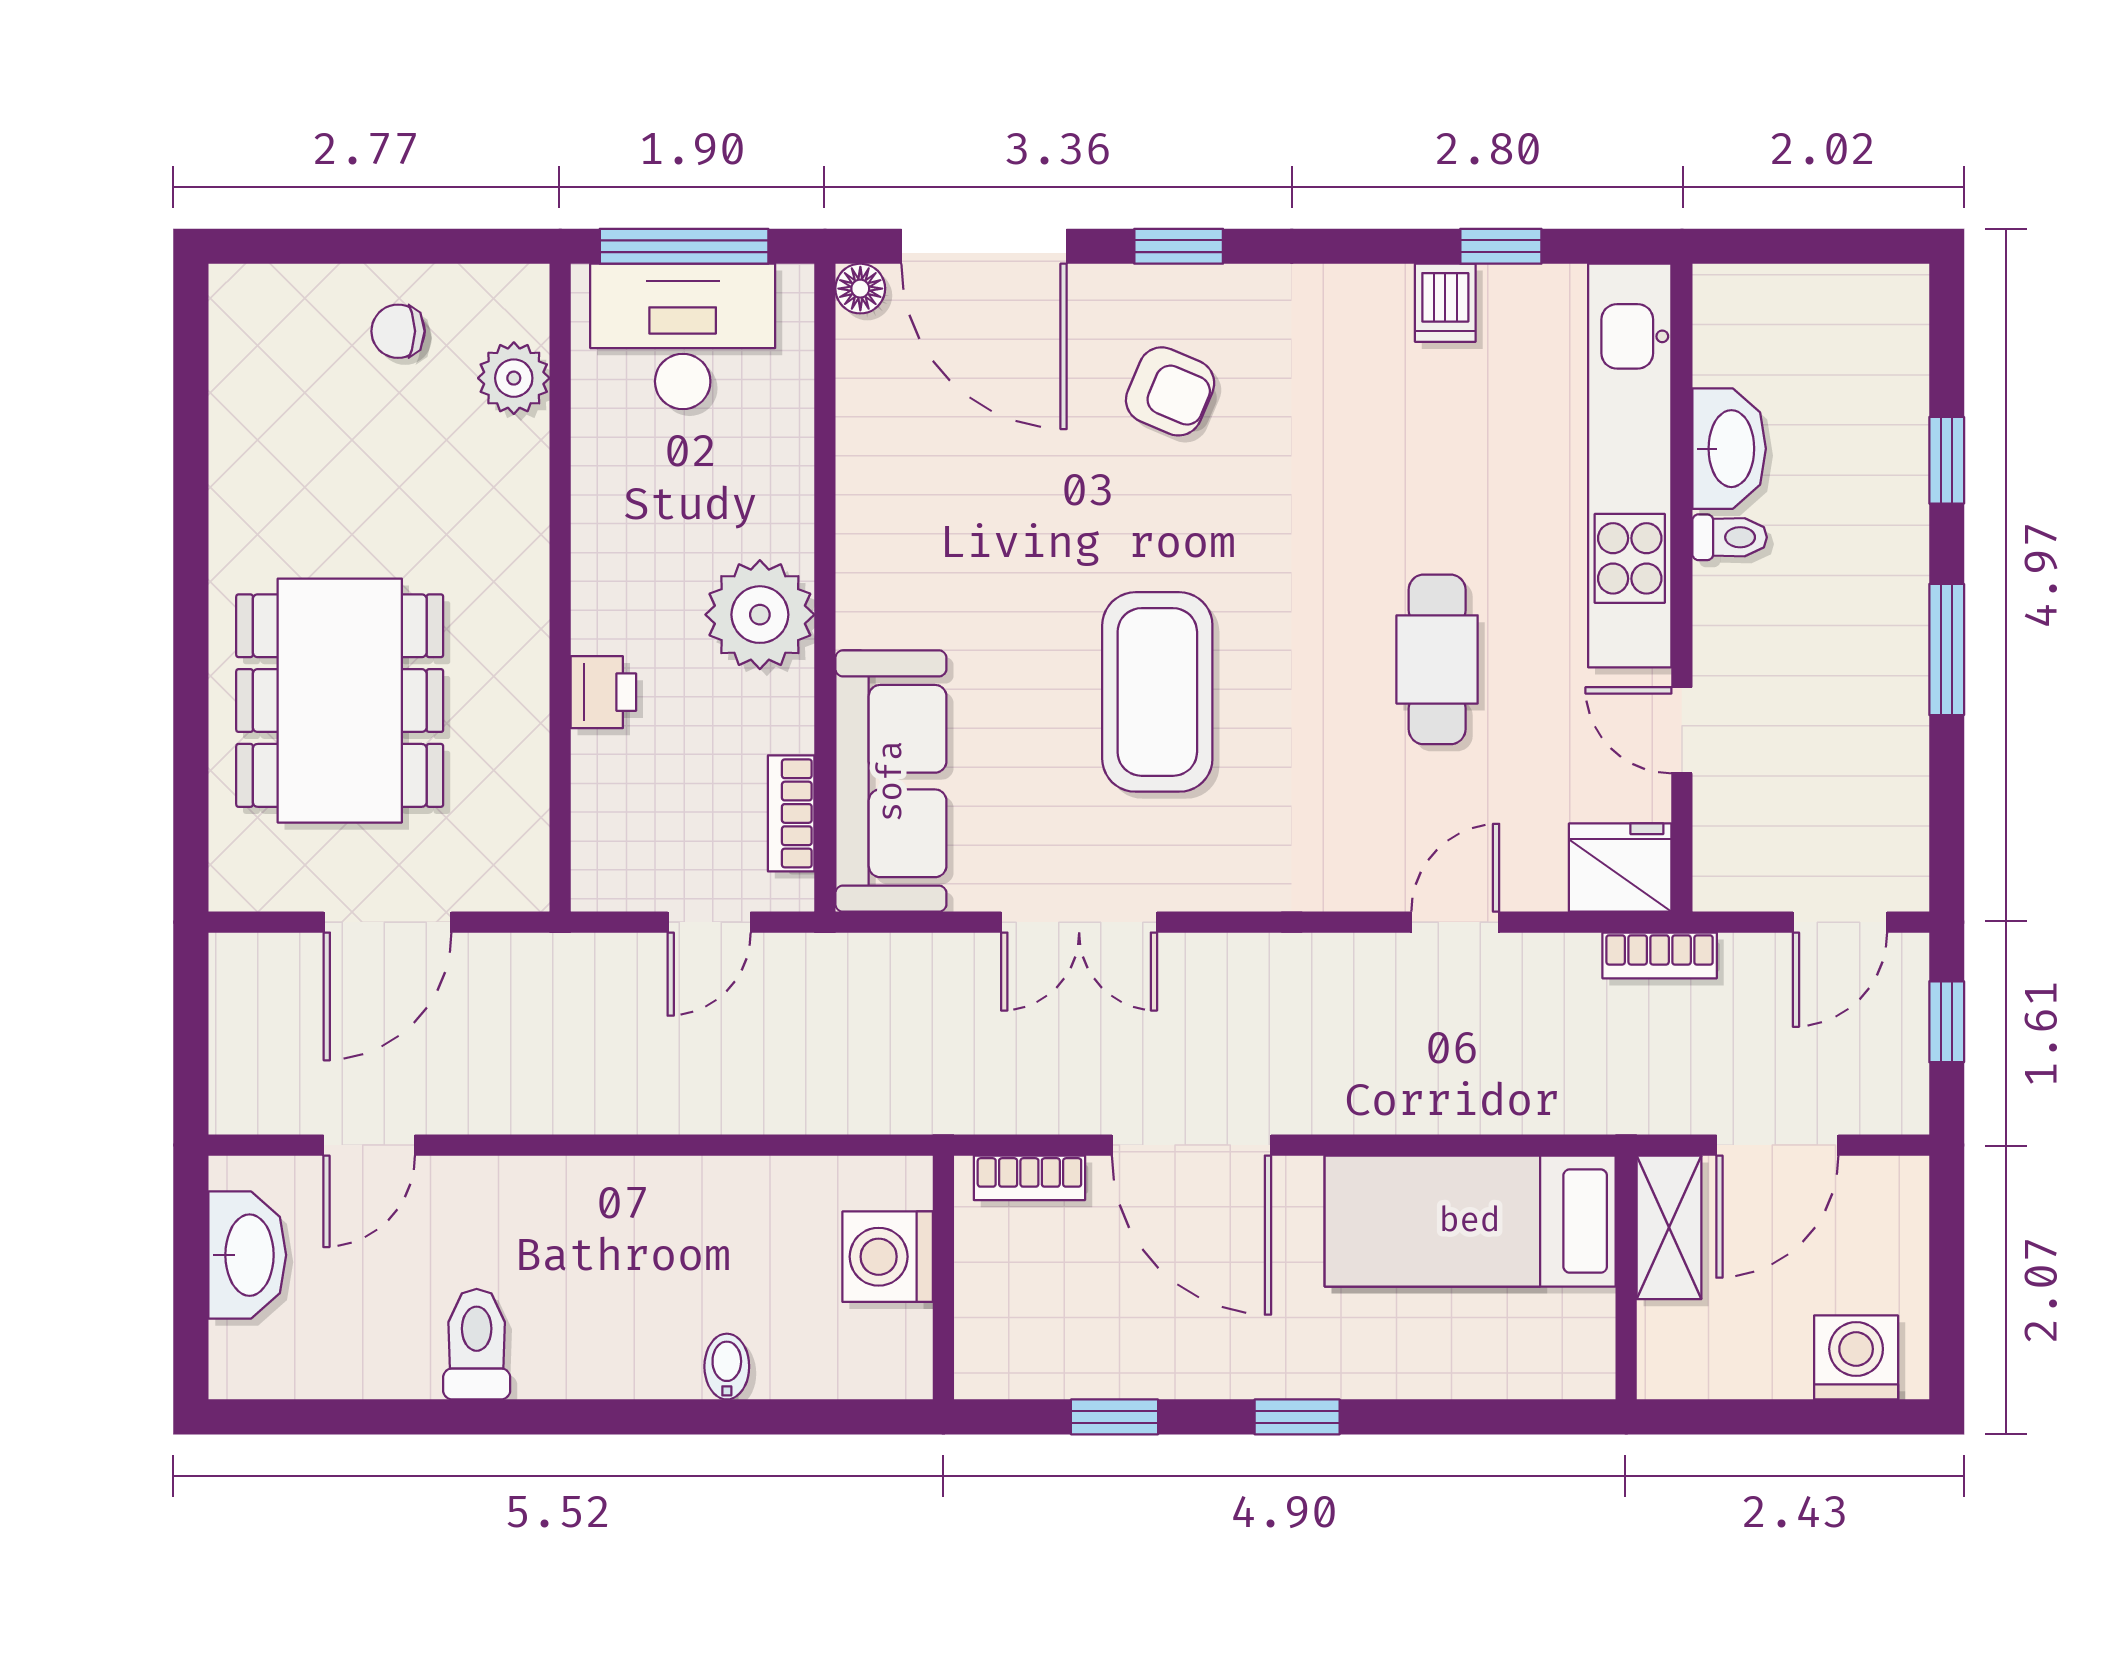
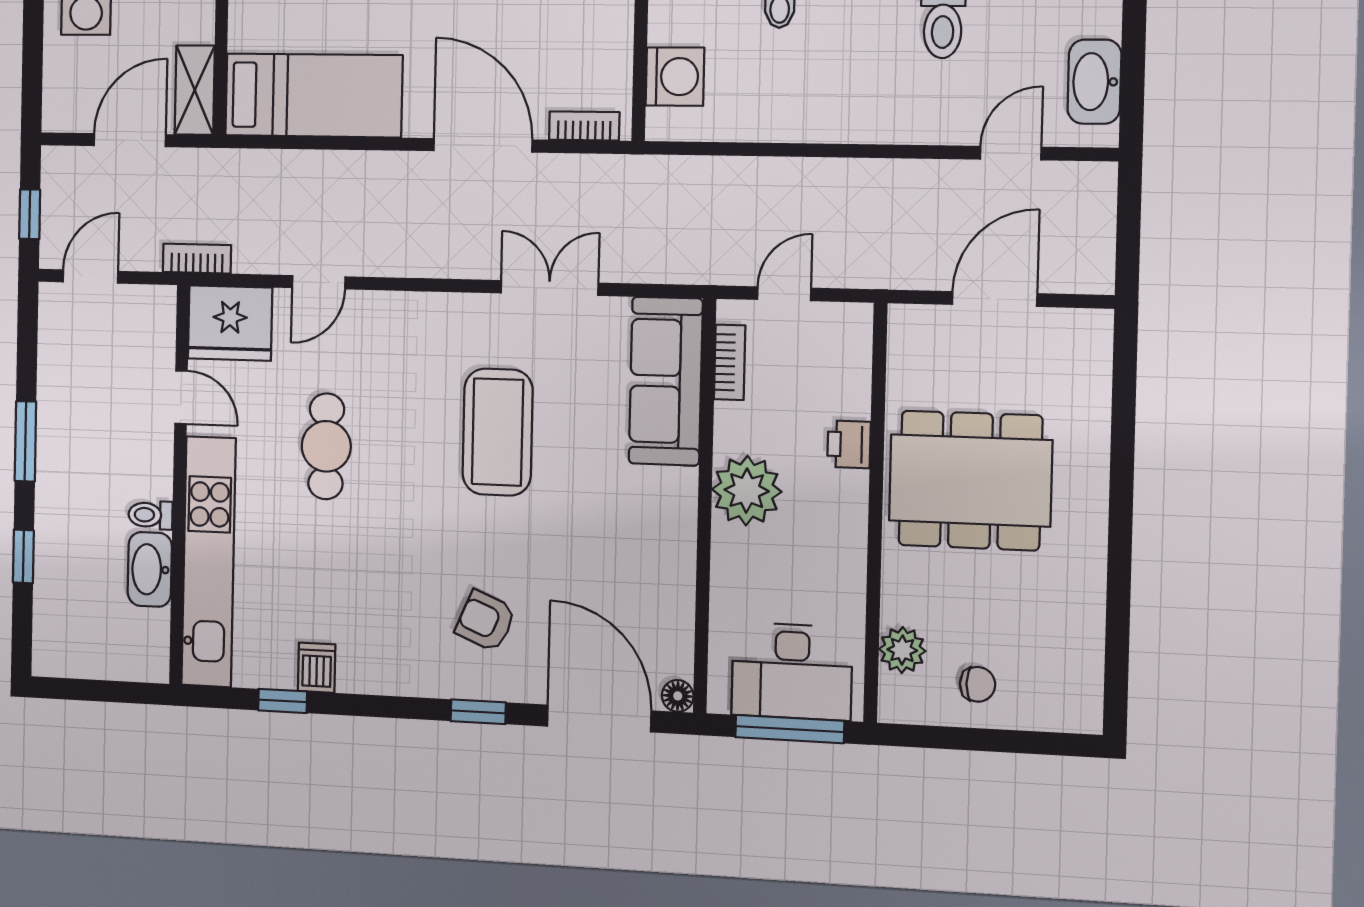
dining table: (340, 701) -> (970, 480), moved, turned 90
fridge: (1620, 868) -> (230, 323), width x1.36, depth x1.34

